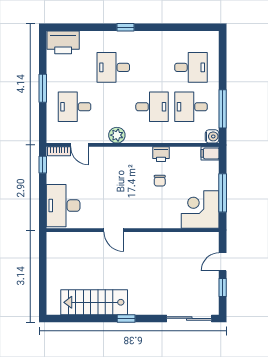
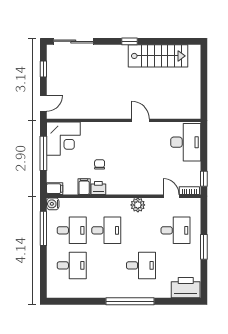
window: (126, 27) -> (130, 301), width x3.17
desk: (191, 67) -> (72, 265), turned 180
desk: (152, 107) -> (106, 230), turned 180
filing cabinet: (177, 156) -> (84, 187), added
door: (223, 262) -> (43, 103), moved

